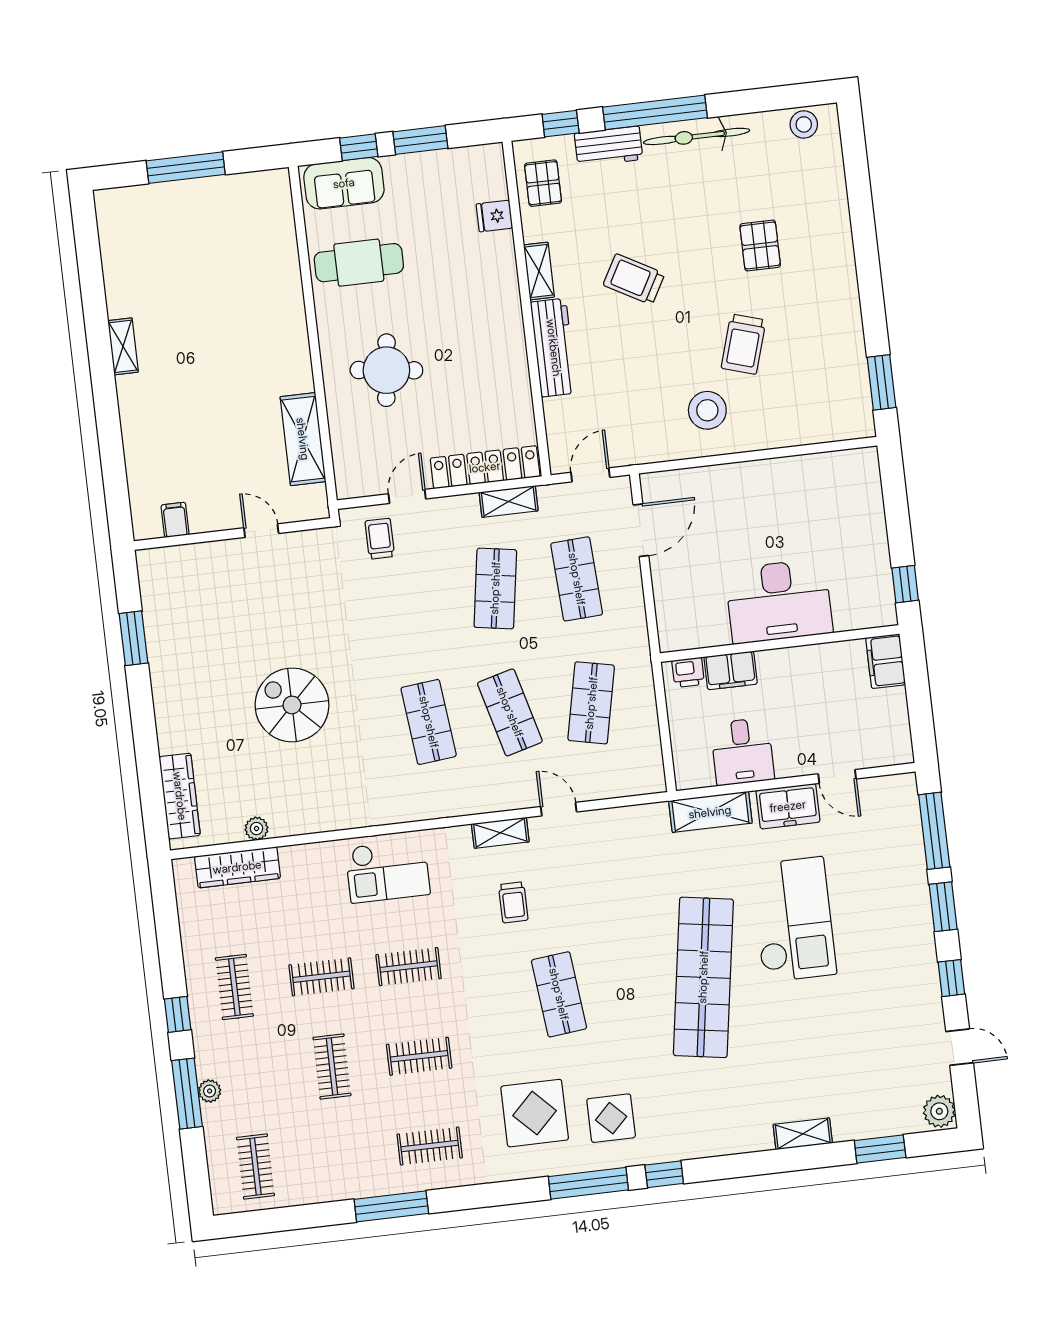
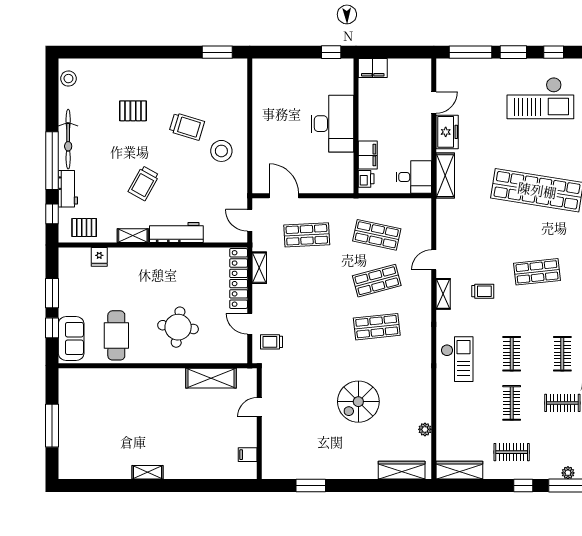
shop shelf: (495, 588) -> (307, 281), removed
desk: (742, 752) -> (414, 177), moved
wardrobe: (237, 867) -> (459, 470), moved, turned -90
checkout: (793, 919) -> (540, 98), moved, turned 180

